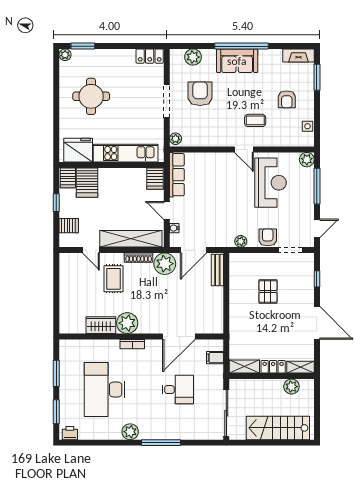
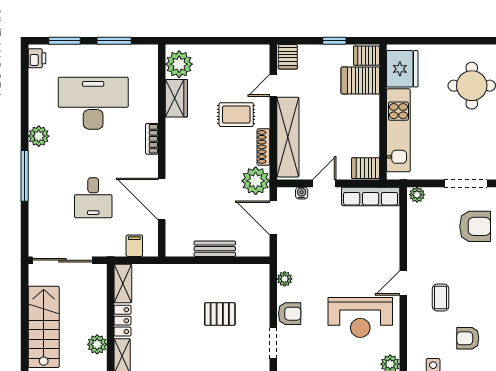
server rack: (69, 226) -> (288, 57), moved
bench: (217, 270) -> (215, 249), moved
plant: (127, 323) -> (179, 64), moved

